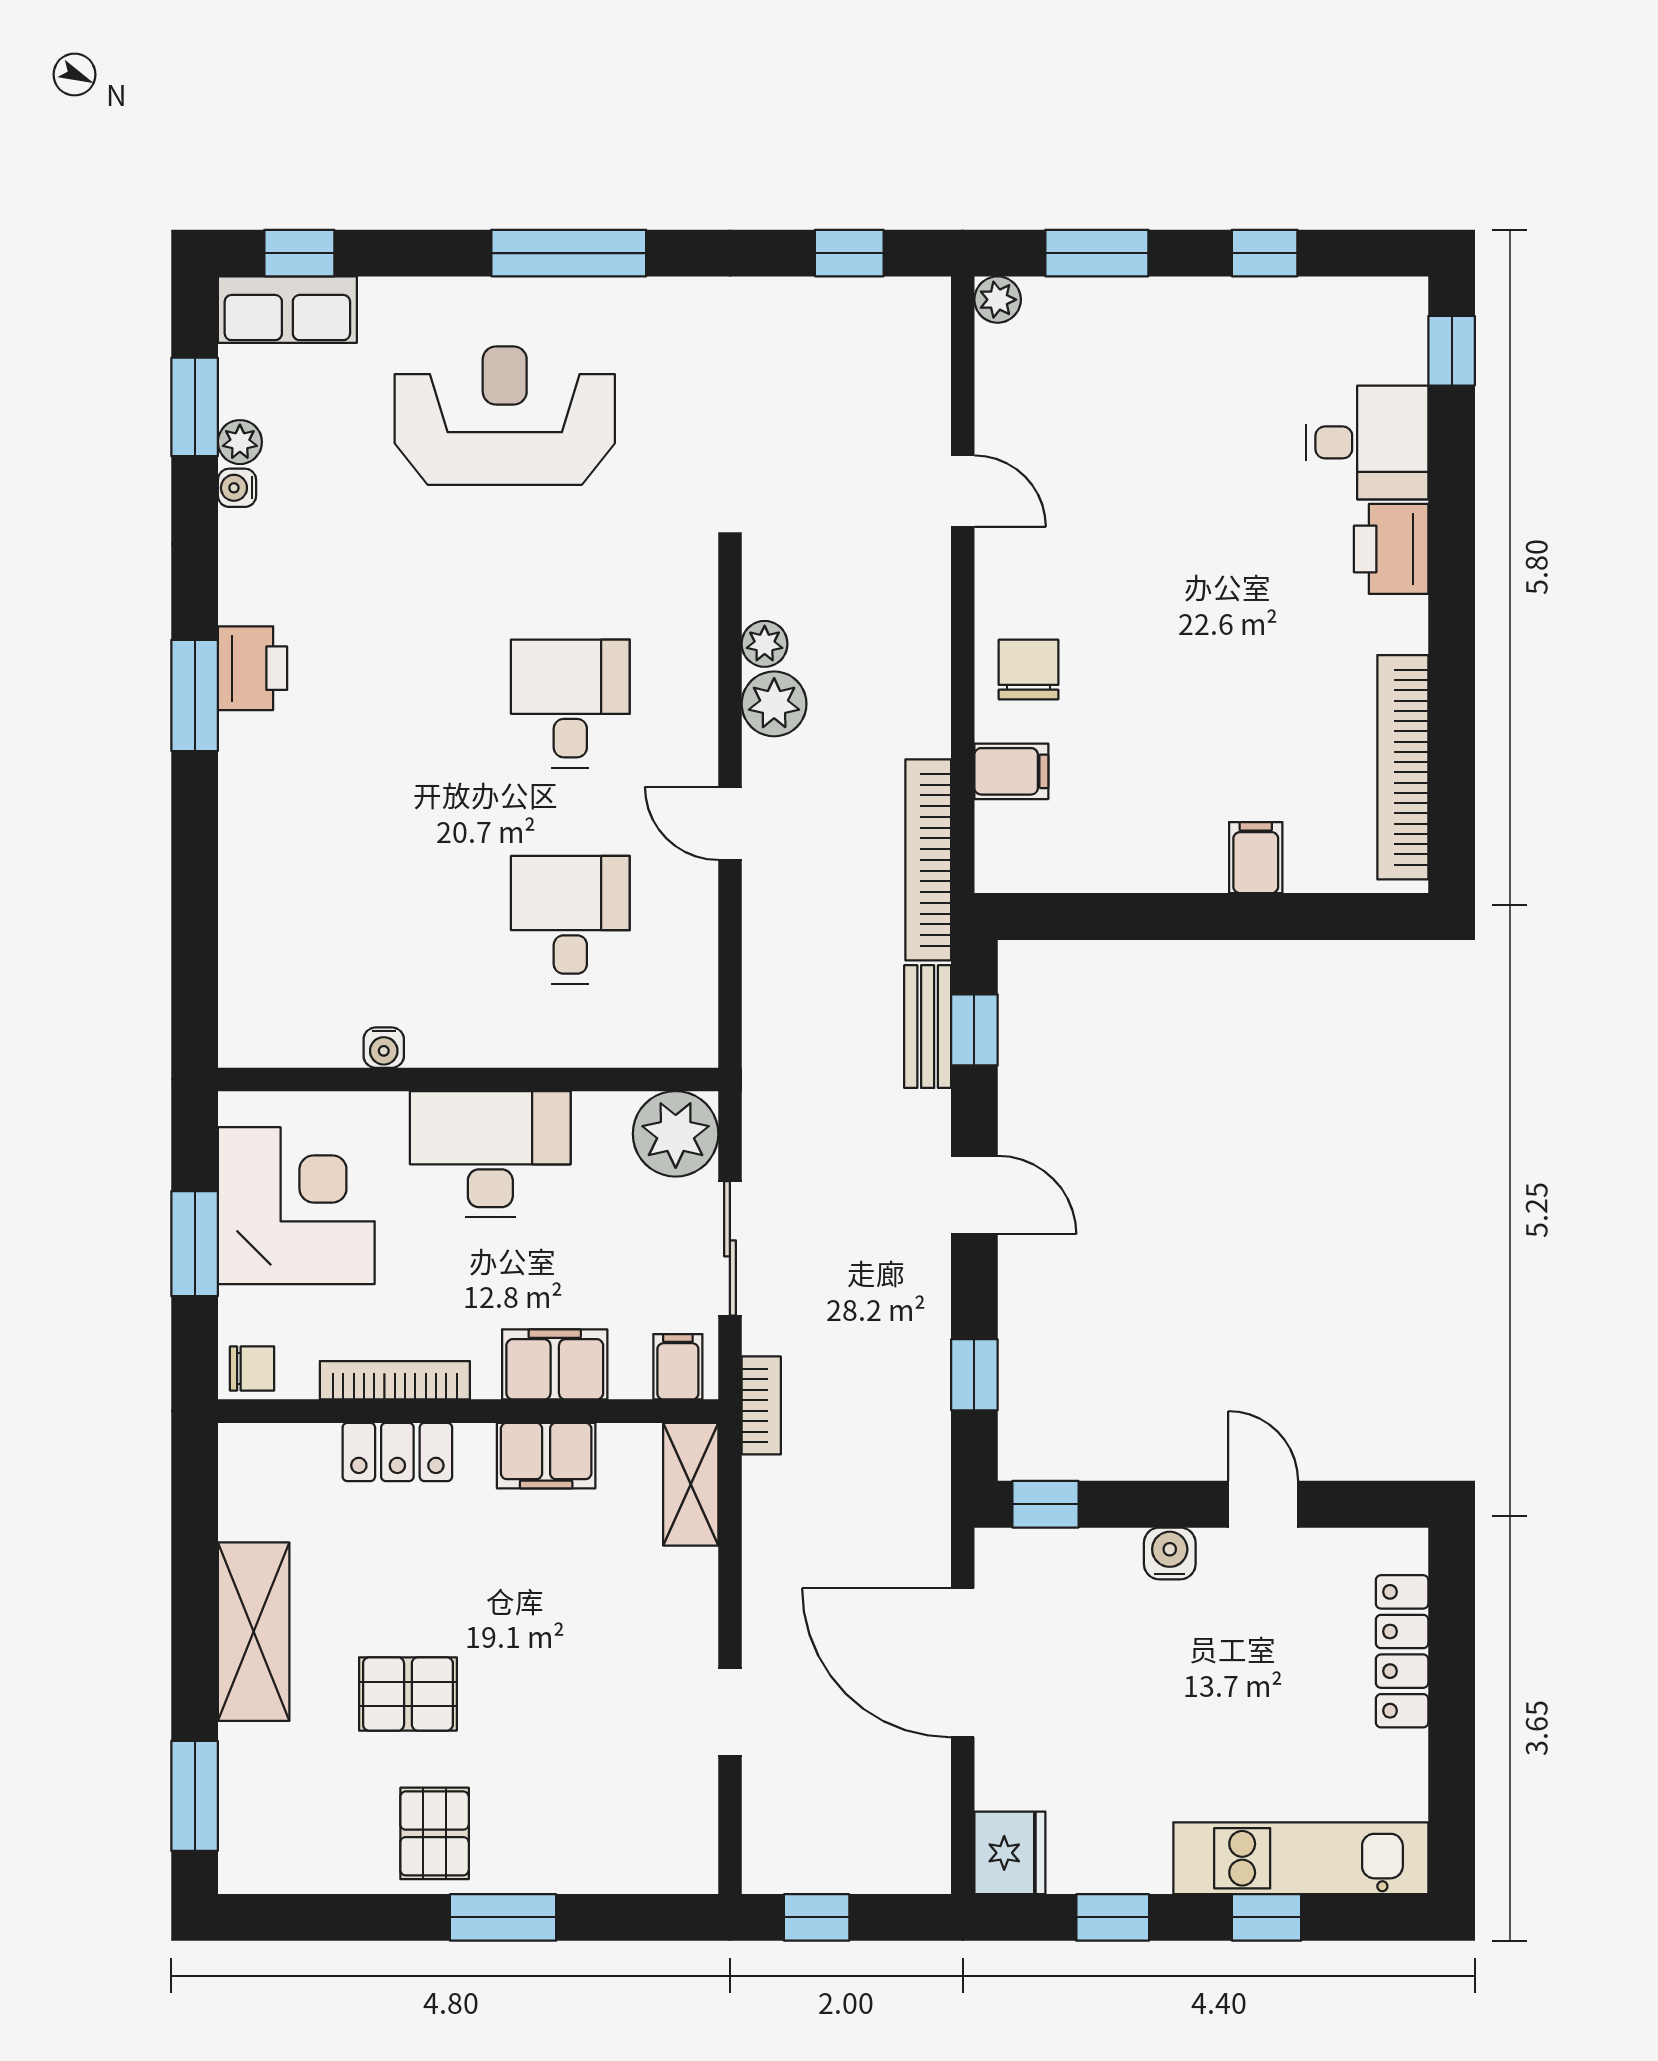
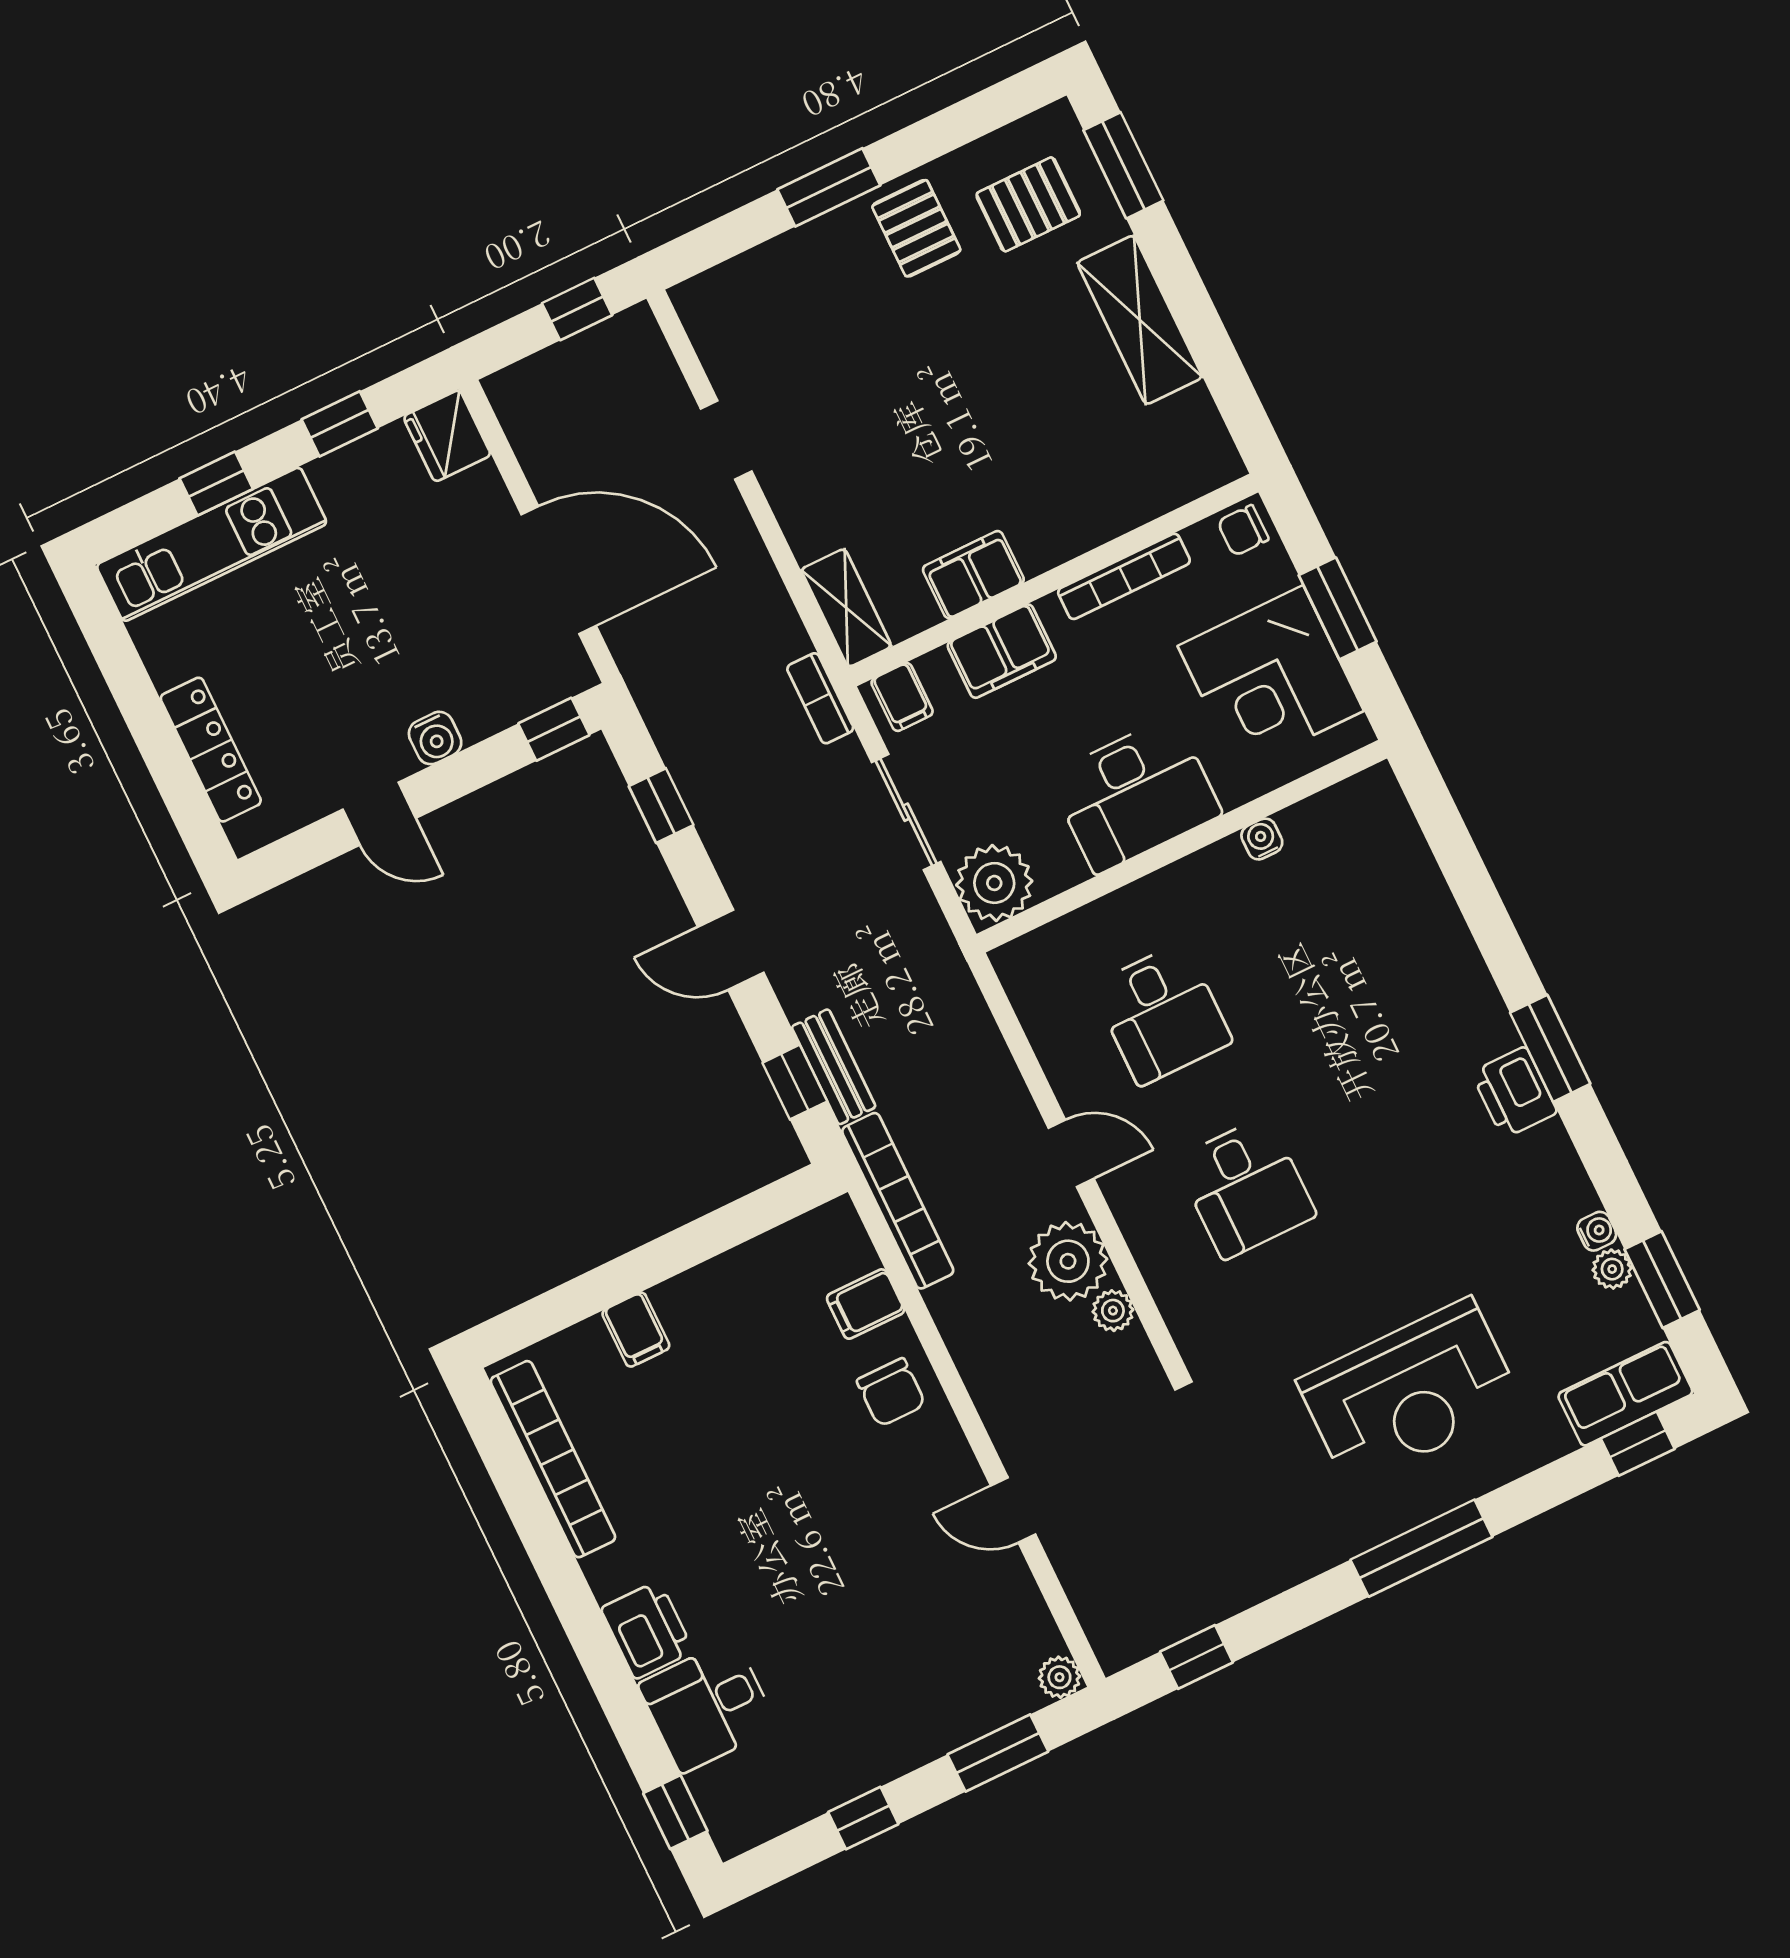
plant: (774, 704) -> (1068, 1261), width x1.36, depth x1.36
locker: (397, 1452) -> (1094, 520), removed
pallet: (408, 1694) -> (1028, 204), moved

